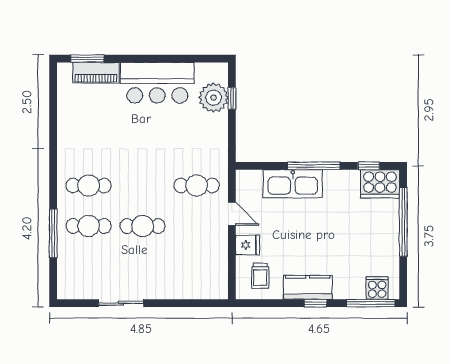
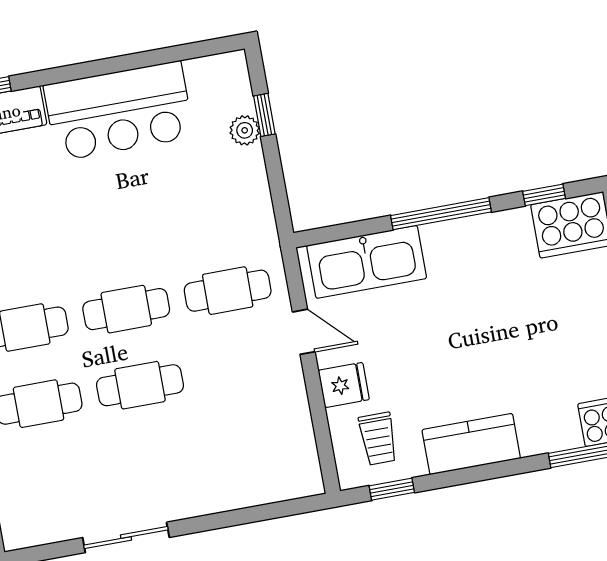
plant: (214, 98) -> (245, 130), width x0.53, depth x0.53
kitchen sink: (293, 184) -> (367, 262), moved
cafe table: (143, 186) -> (126, 309), added
window: (315, 303) -> (392, 489), moved

